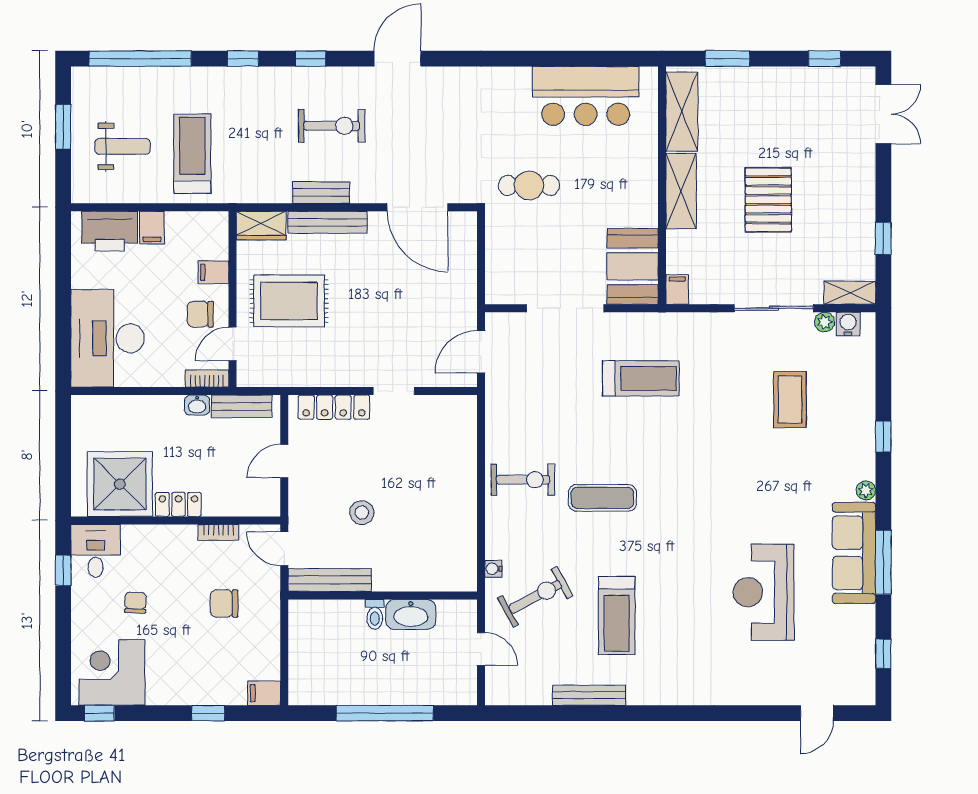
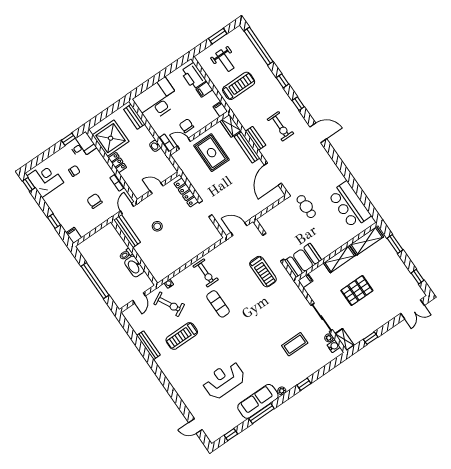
filing cabinet: (213, 272) -> (220, 109), moved
treadmill: (641, 378) -> (263, 272), moved
bench: (242, 406) -> (134, 117), moved

